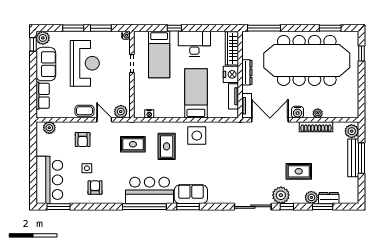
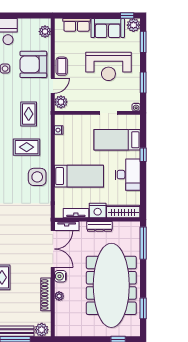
window: (73, 28) -> (143, 42), moved
armchair: (83, 140) -> (33, 64), width x1.88, depth x1.88

